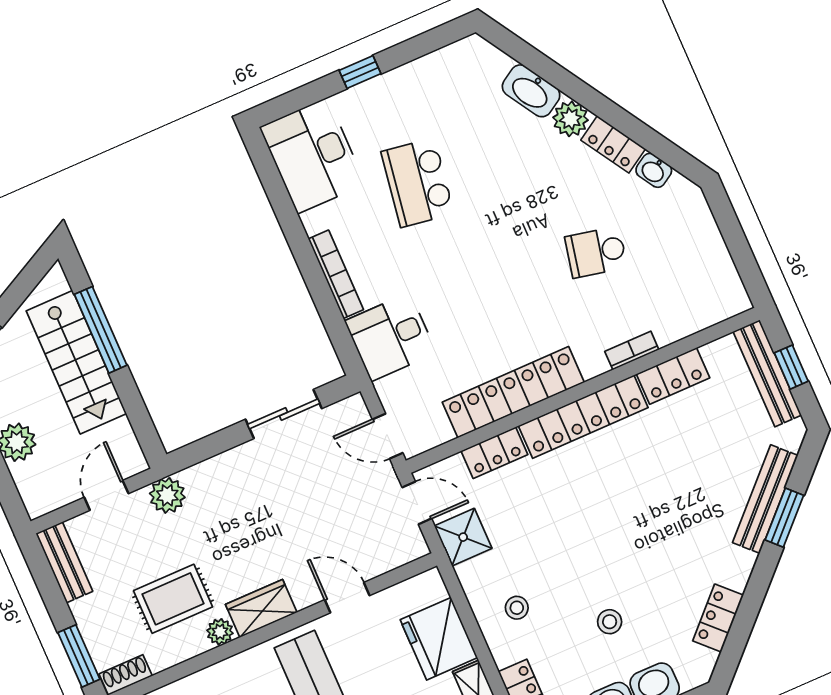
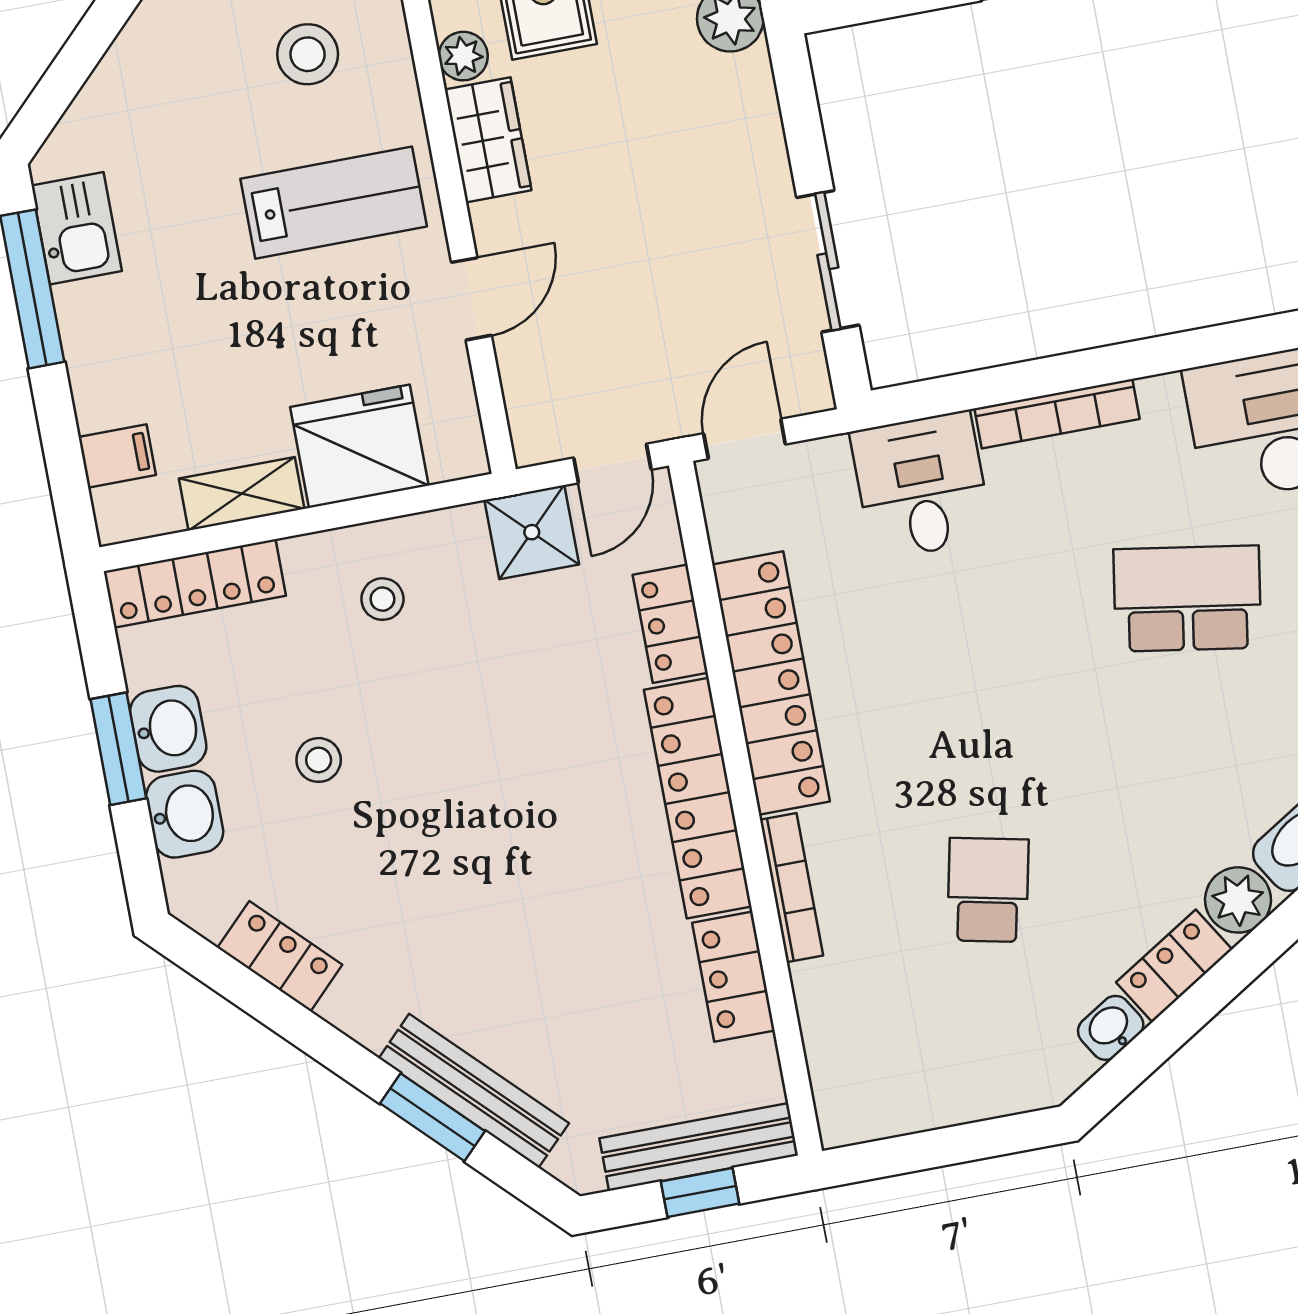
bookcase: (632, 350) -> (792, 888), width x1.56

